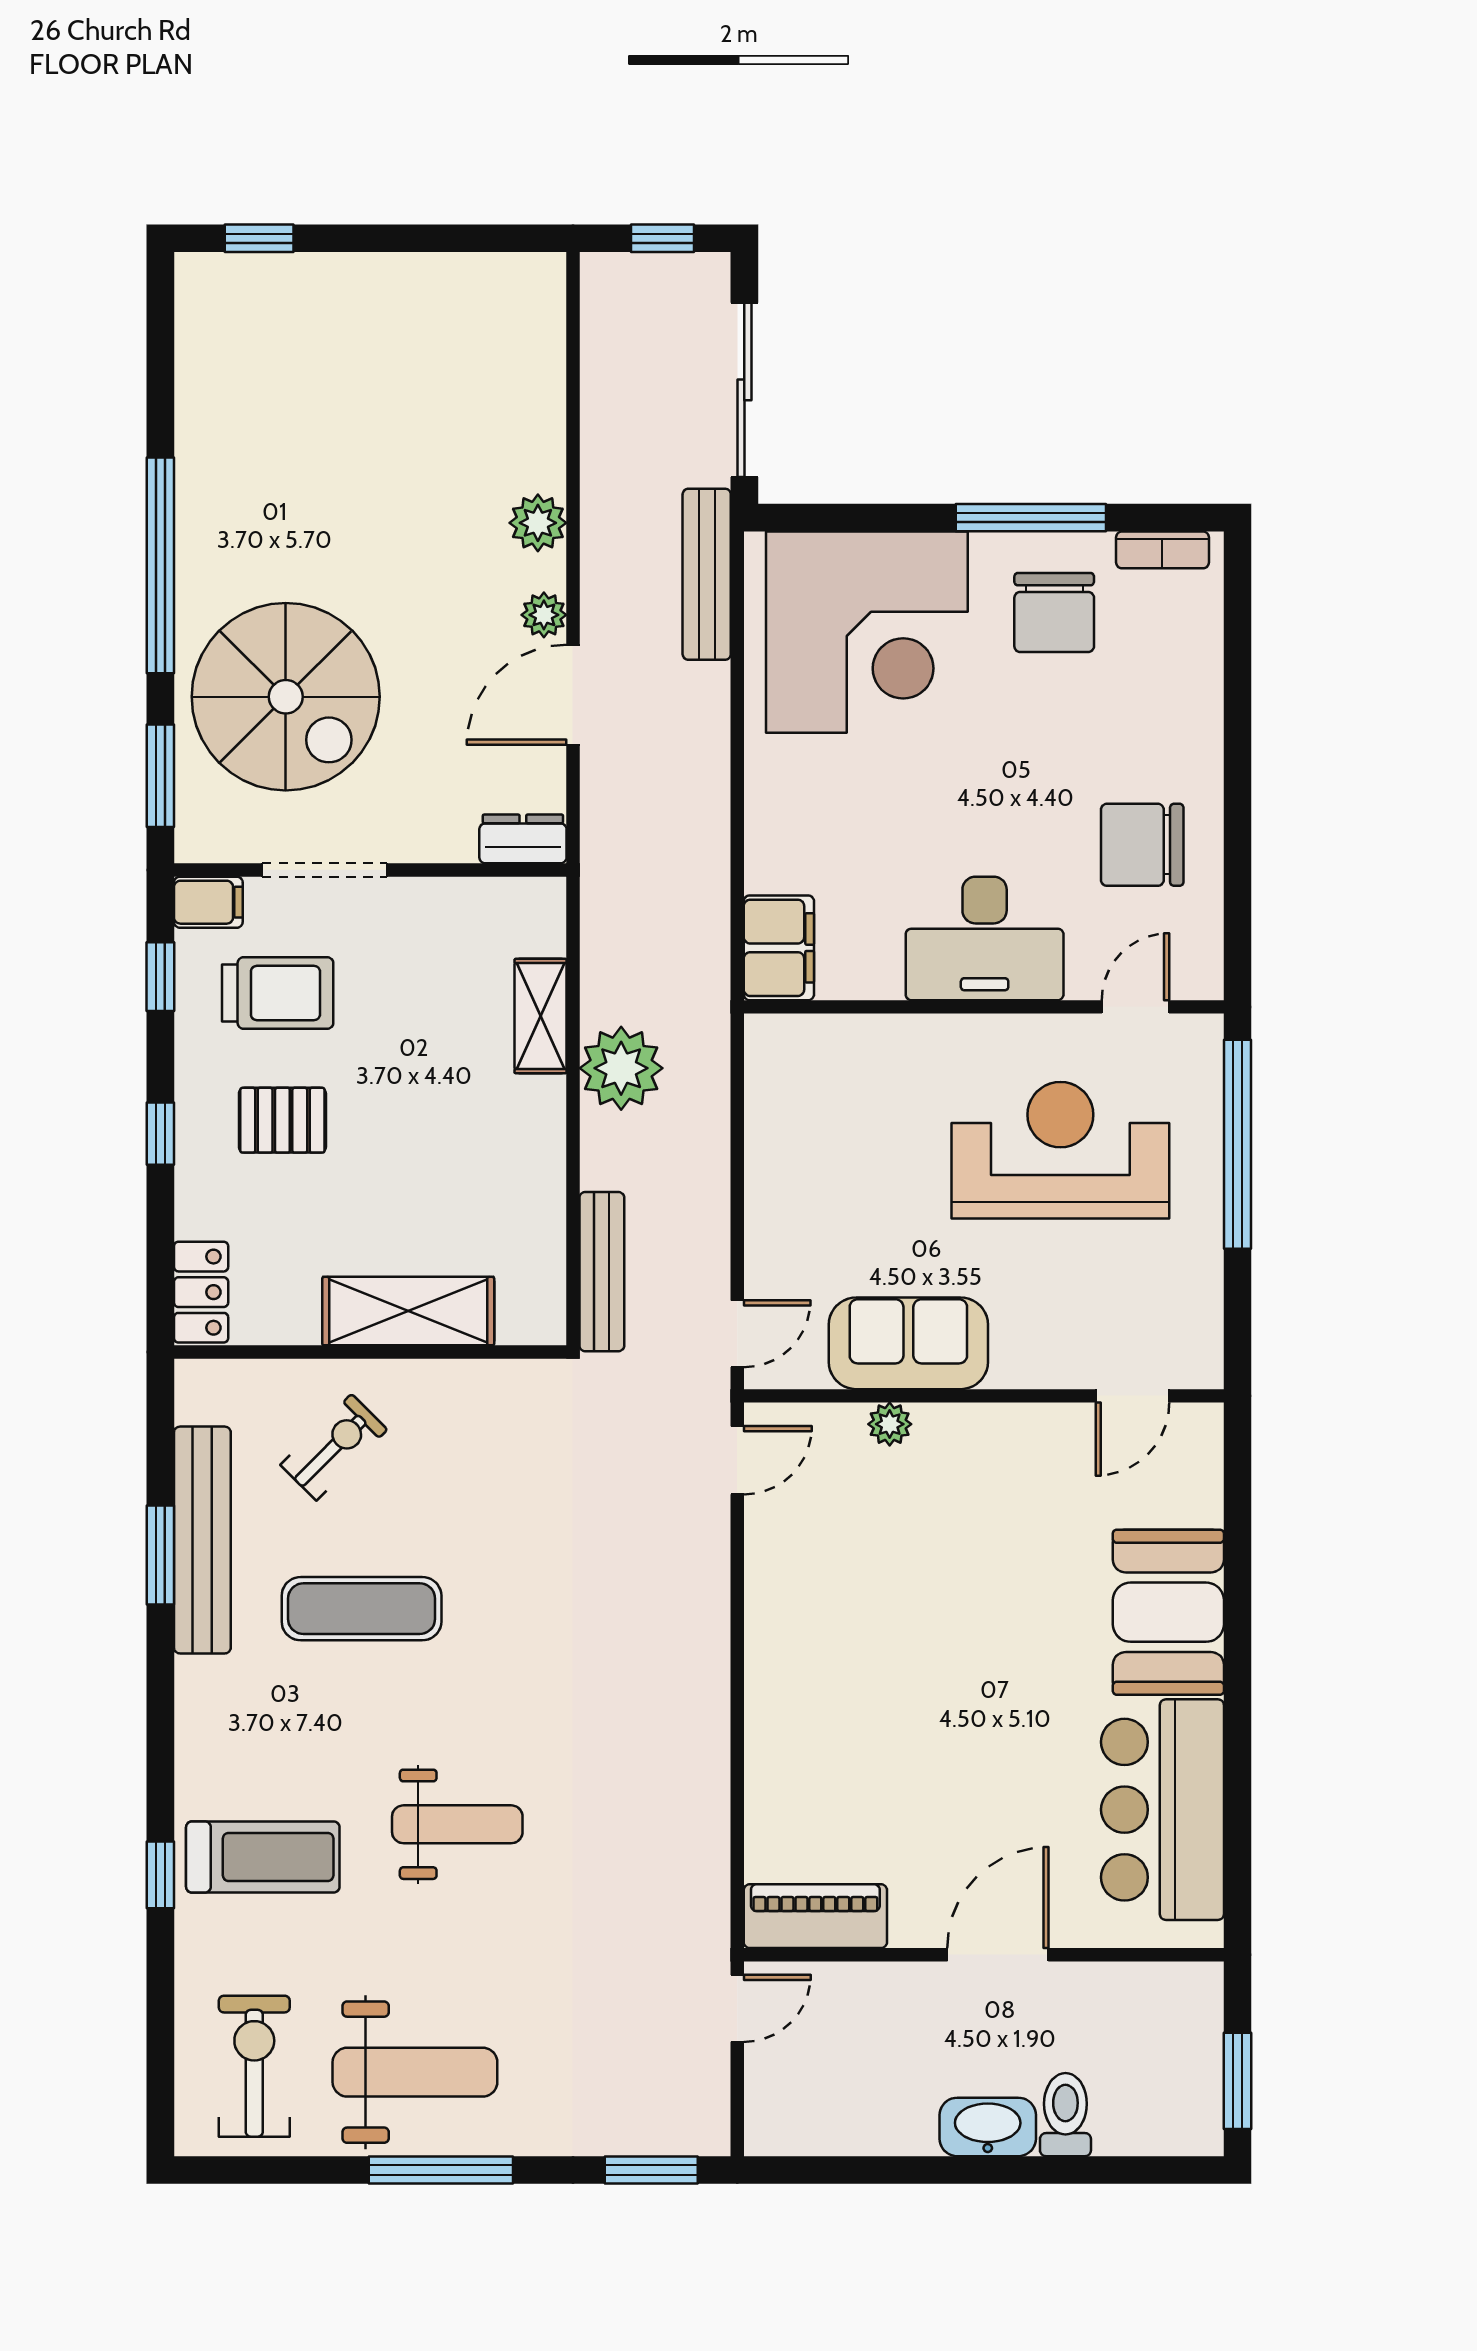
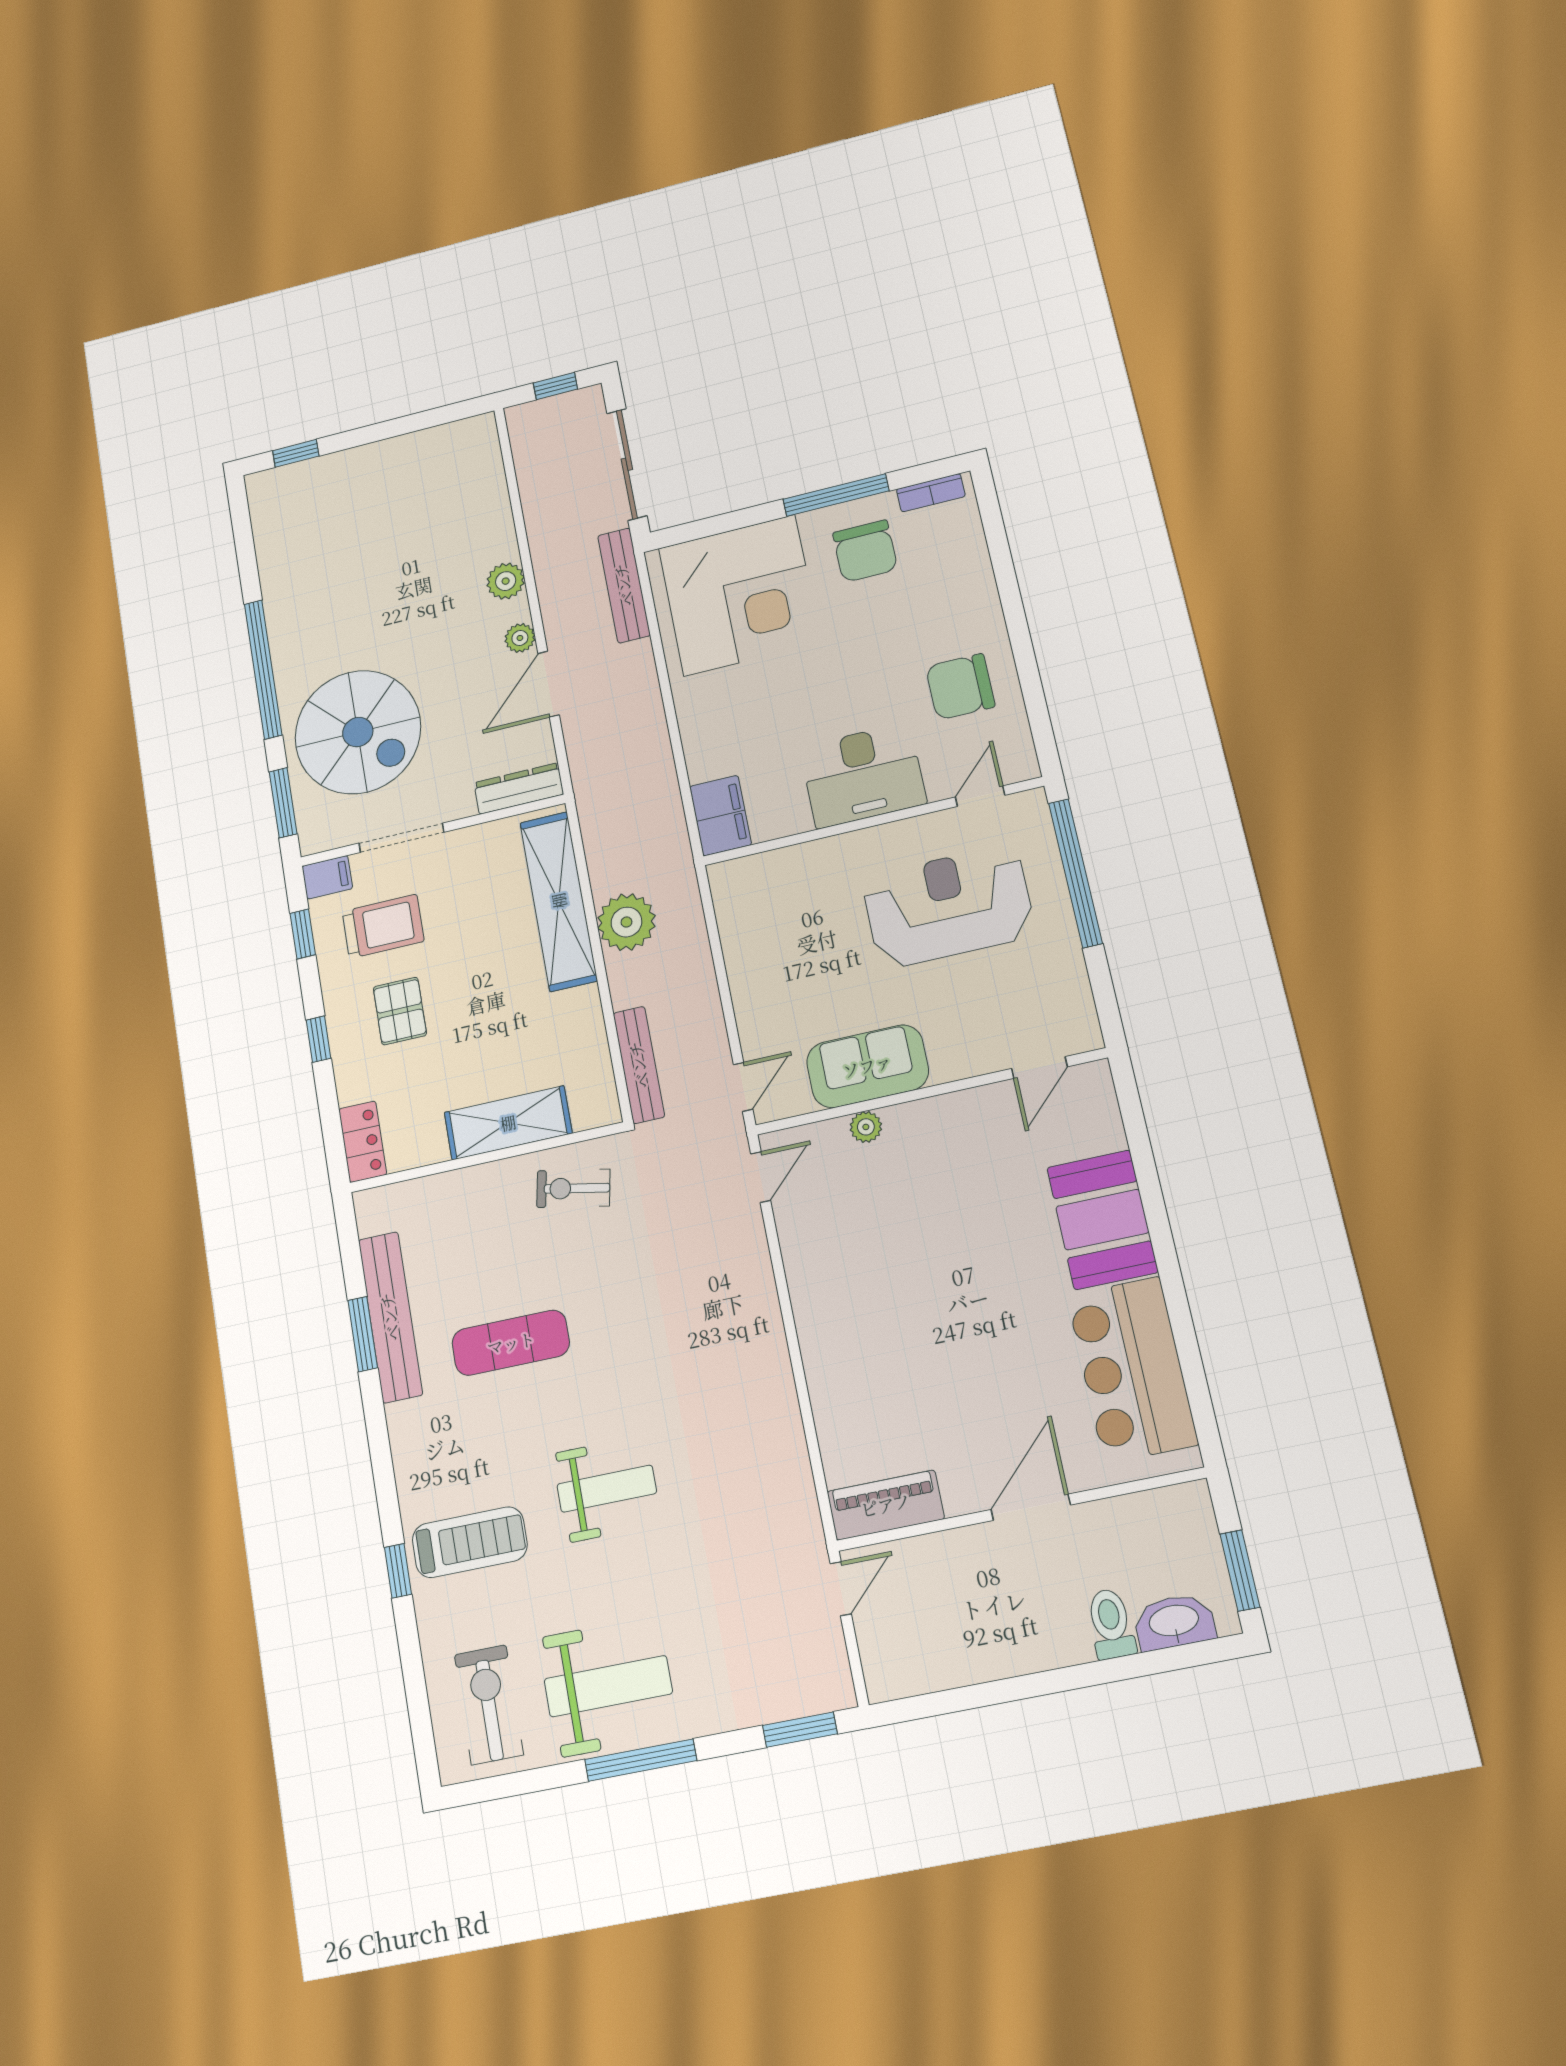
dresser: (523, 839) -> (519, 789), width x1.44
shelving: (541, 1016) -> (559, 901), width x2.20, depth x1.33
pallet: (282, 1120) -> (400, 1011), turned 90
exercise bike: (334, 1447) -> (573, 1188), moved, turned -124
washbasin: (988, 2127) -> (1174, 1622), moved

